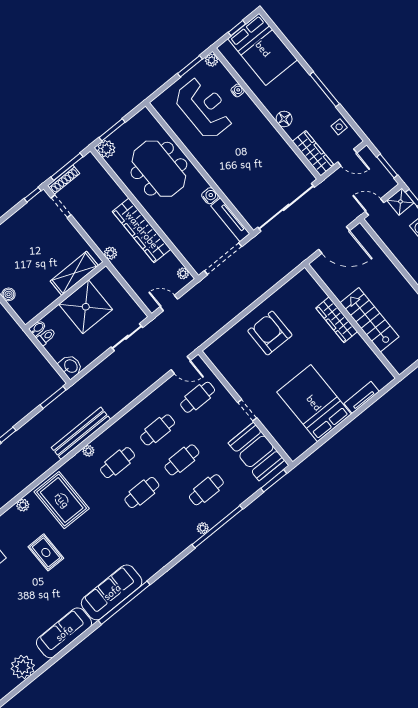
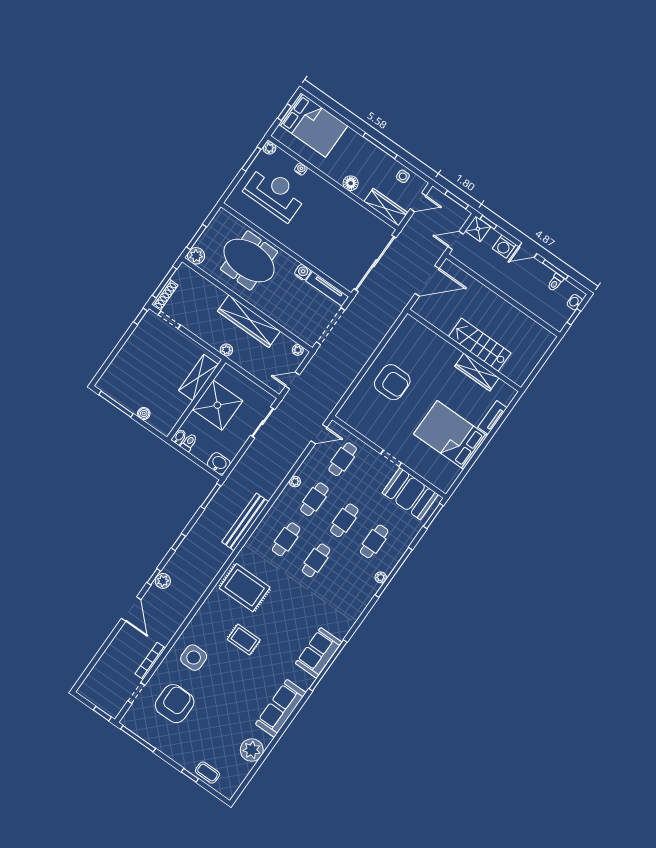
wardrobe: (337, 320) -> (477, 372), moved
armchair: (270, 333) -> (392, 382), turned 180
plant: (88, 451) -> (295, 482), moved
plant: (23, 505) -> (211, 602), removed
sofa: (112, 592) -> (318, 653), width x0.73

